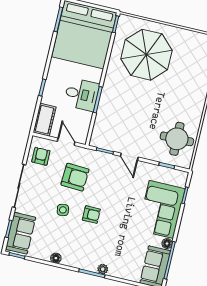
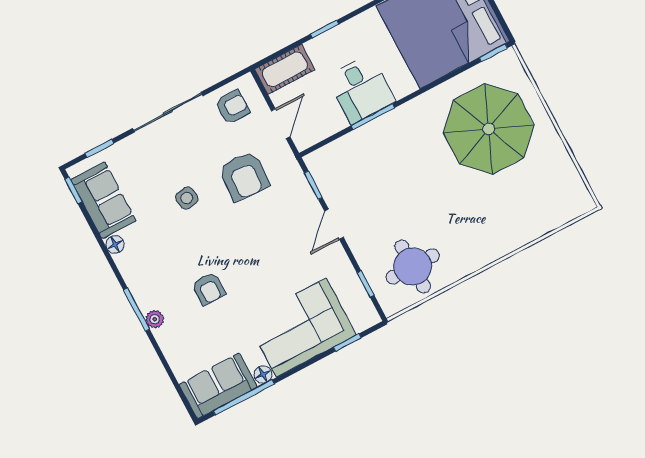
armchair: (91, 215) -> (209, 289), moved
sofa: (21, 233) -> (103, 200), moved, turned -90

